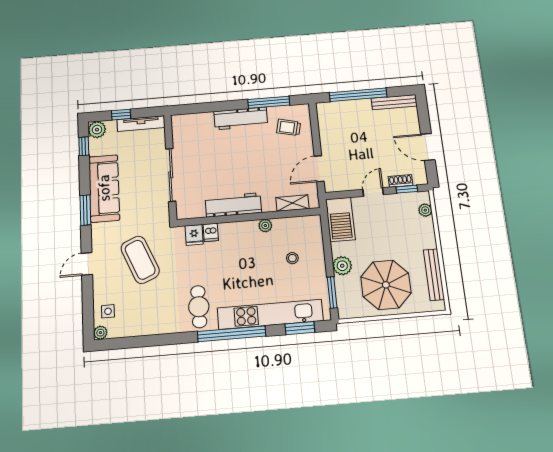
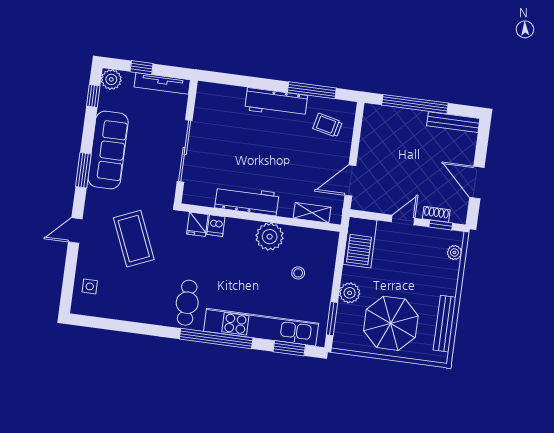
plant: (265, 226) -> (270, 237), width x1.87, depth x1.87
plant: (100, 333) -> (78, 307), removed

